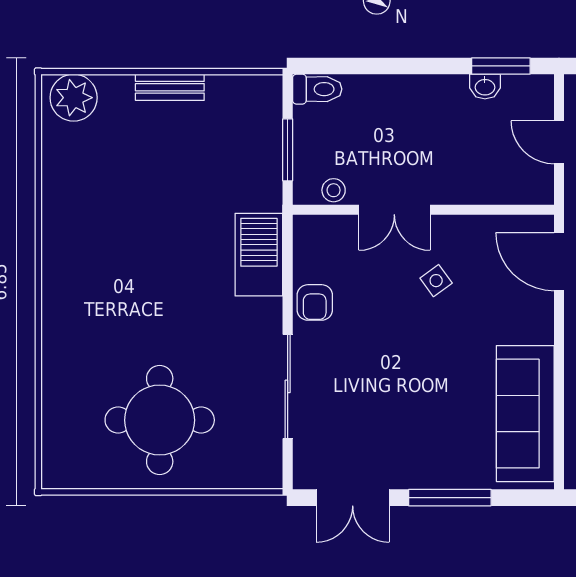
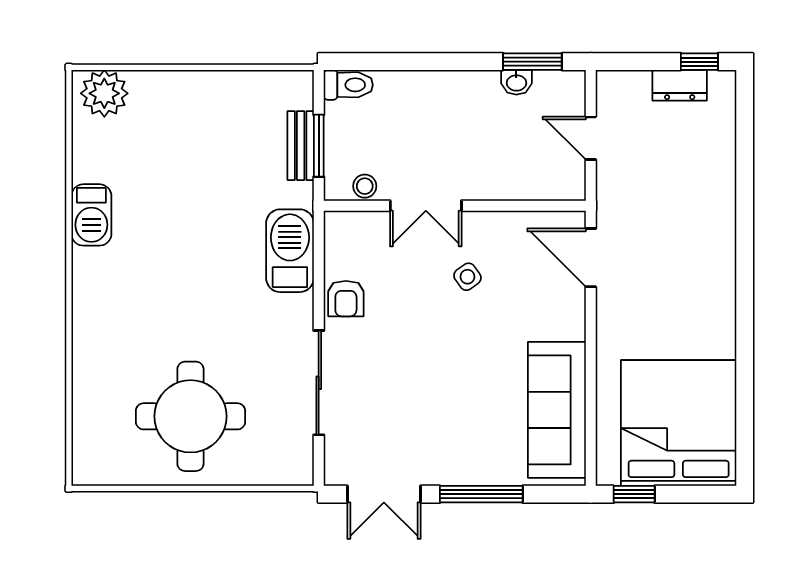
bench: (170, 87) -> (301, 146), moved, turned 90
barbecue: (61, 219) -> (91, 215), added

